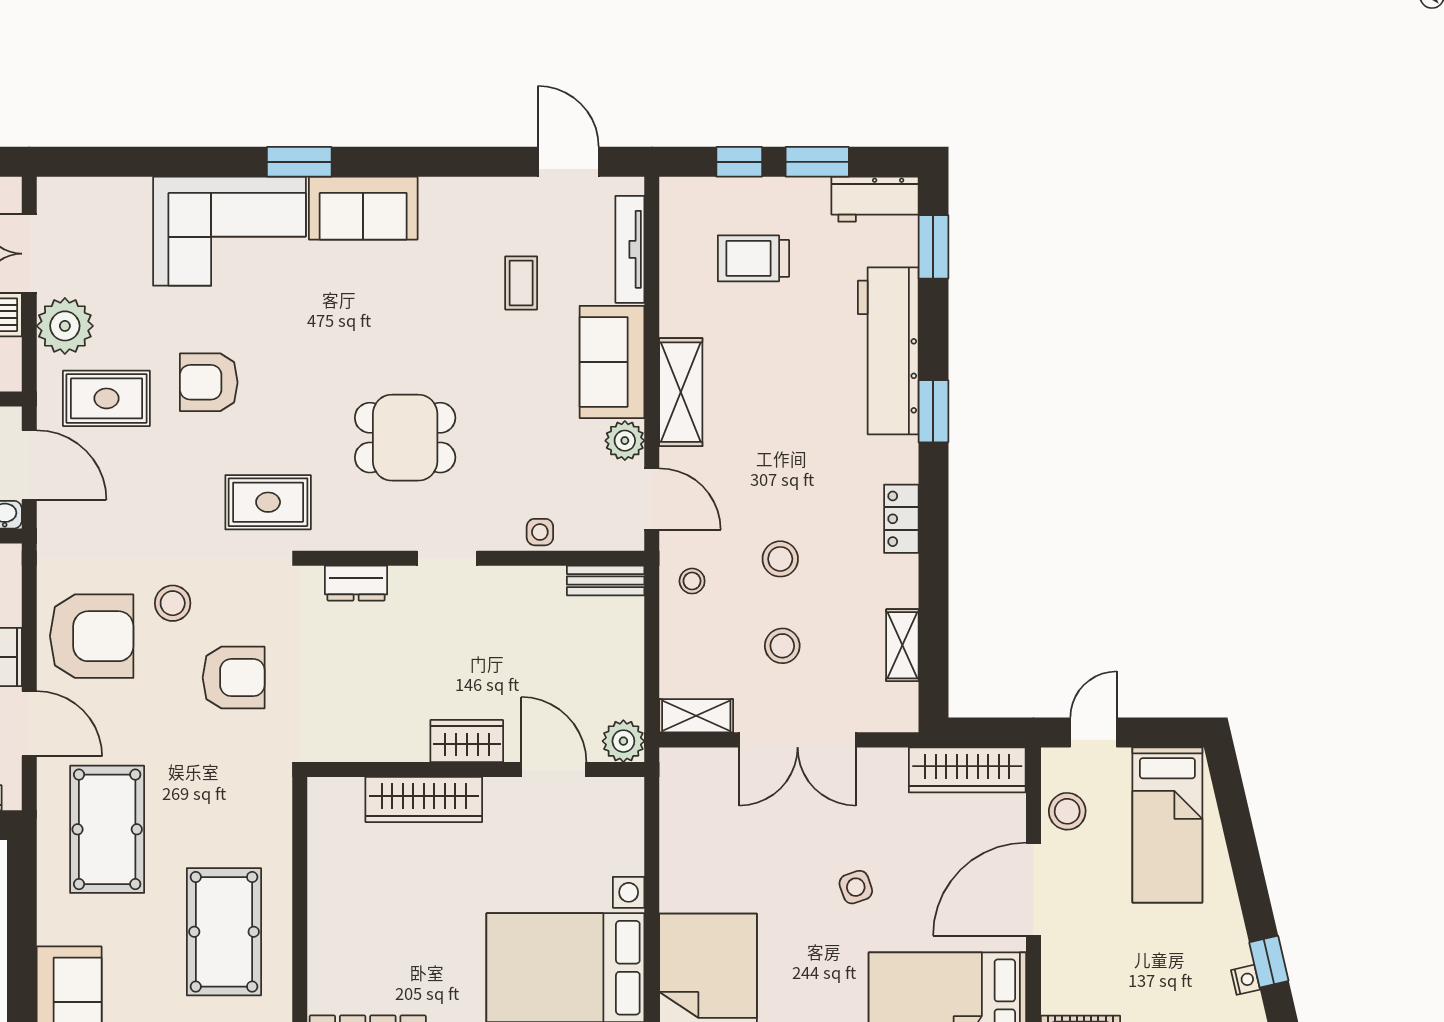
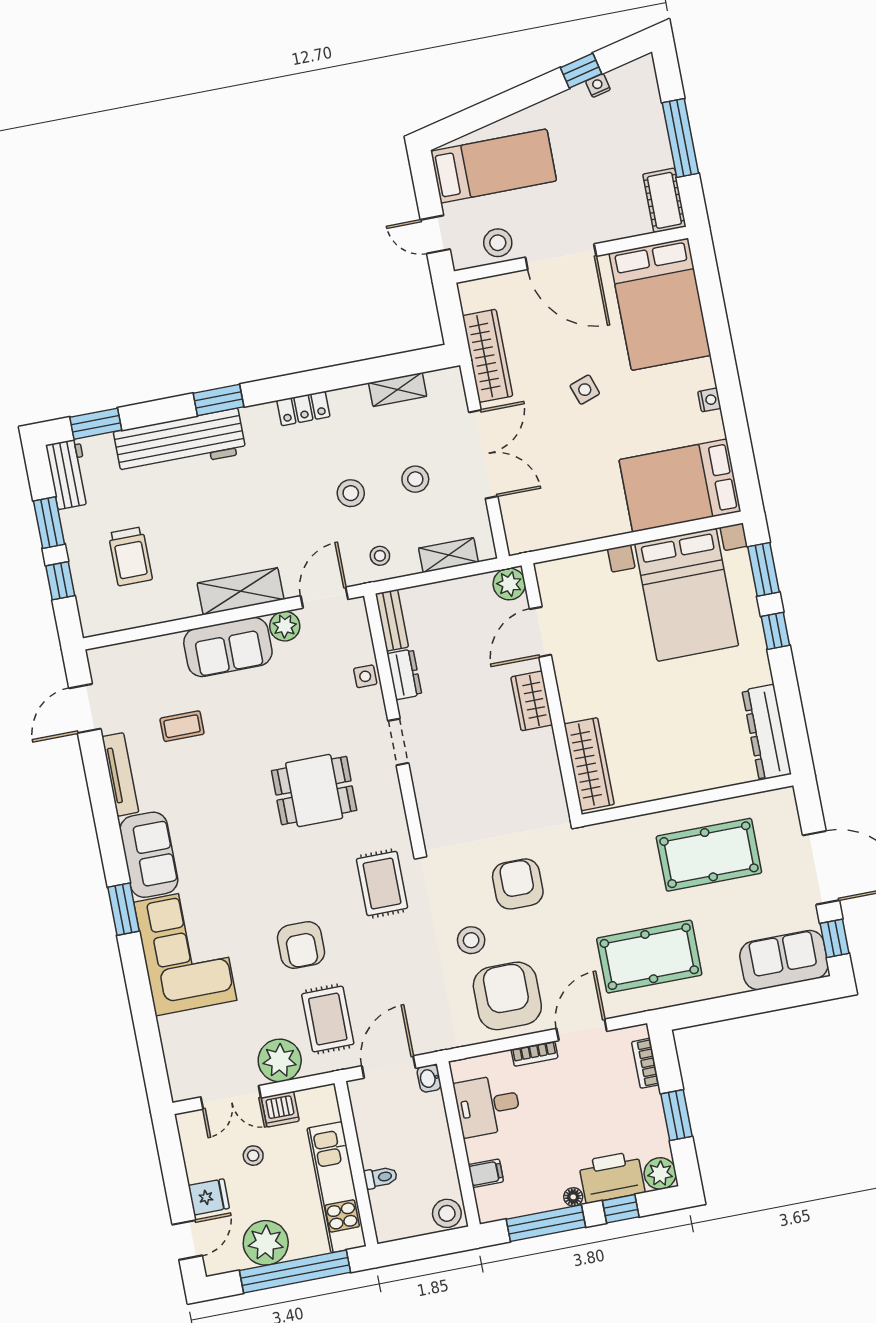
tv unit: (630, 249) -> (120, 774), moved, turned -90
dining table: (405, 438) -> (314, 791), turned 90
dresser: (356, 583) -> (404, 674), moved
shelving: (696, 716) -> (448, 555), moved, turned 90
wardrobe: (967, 770) -> (488, 356), moved
wardrobe: (424, 800) -> (589, 764), moved

